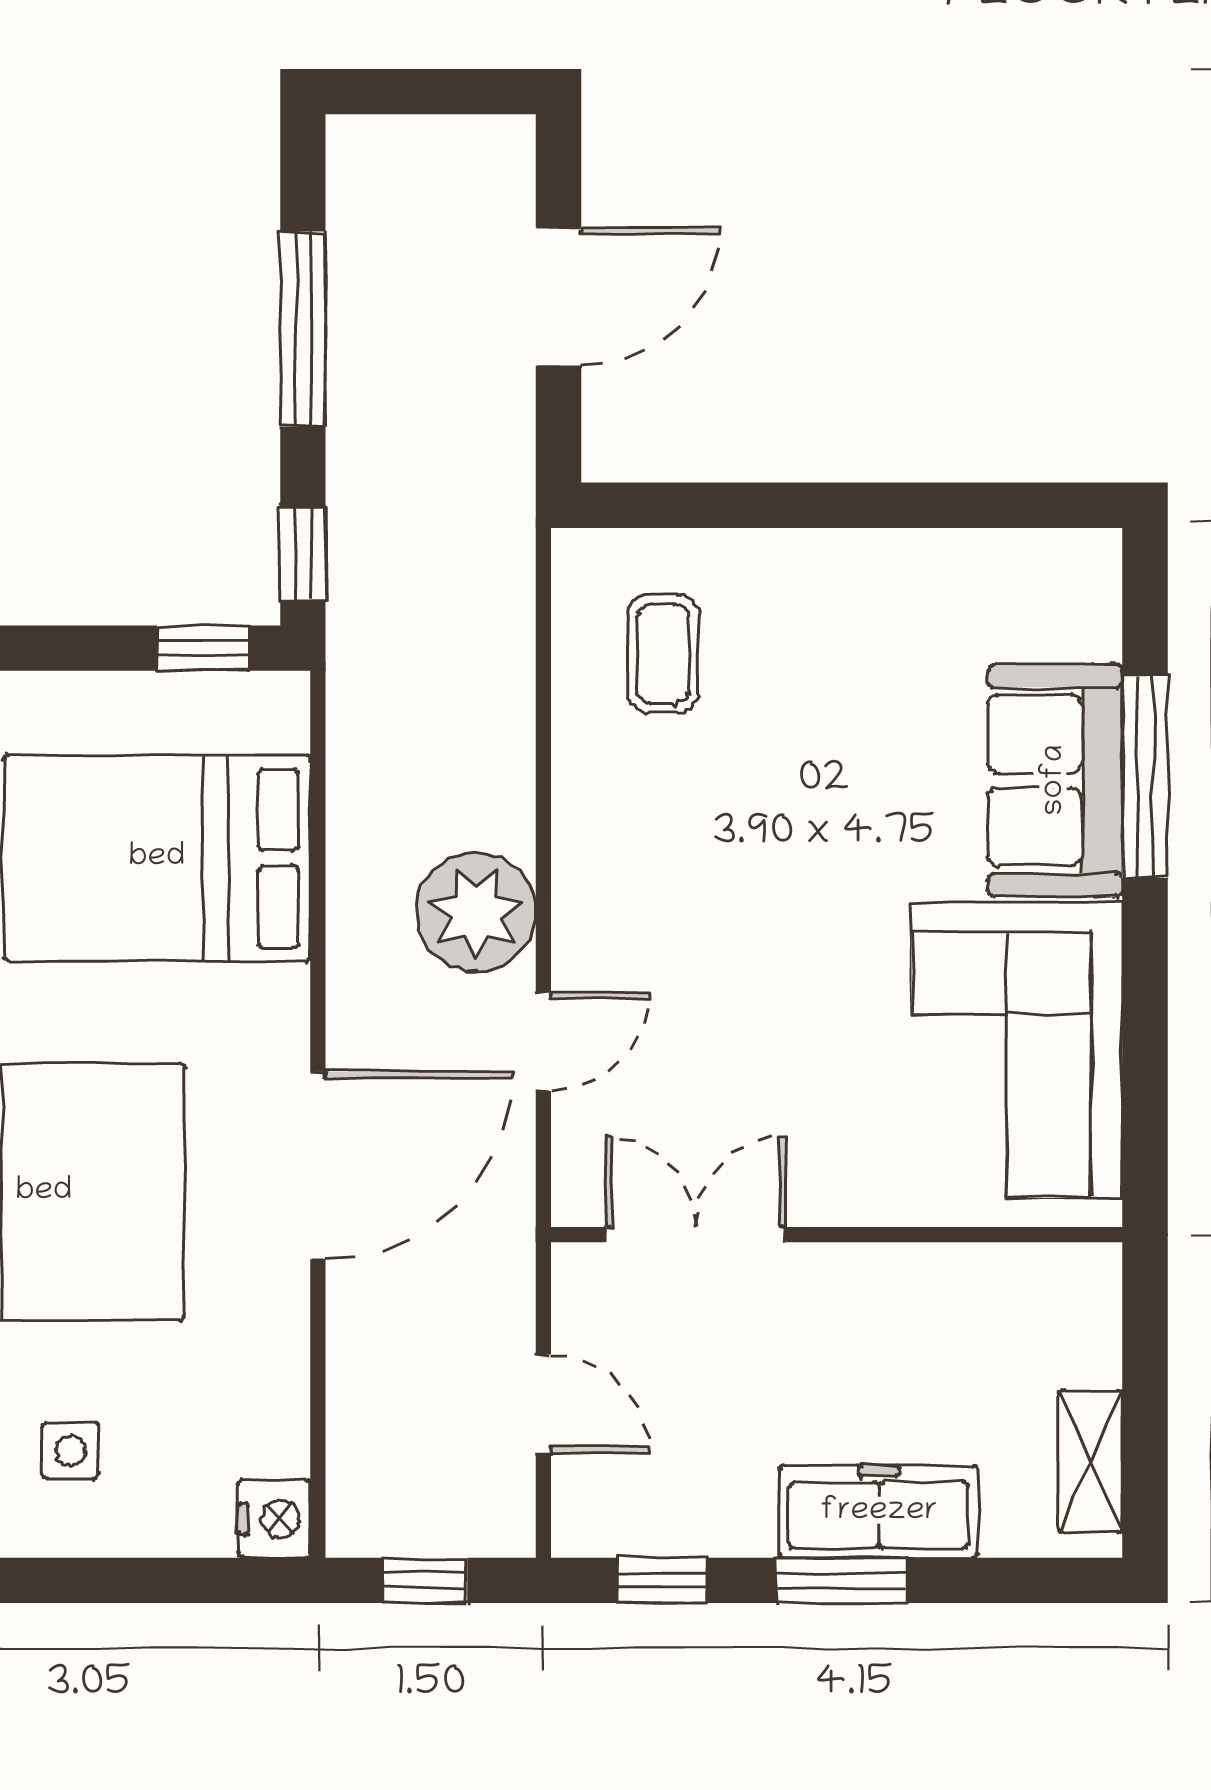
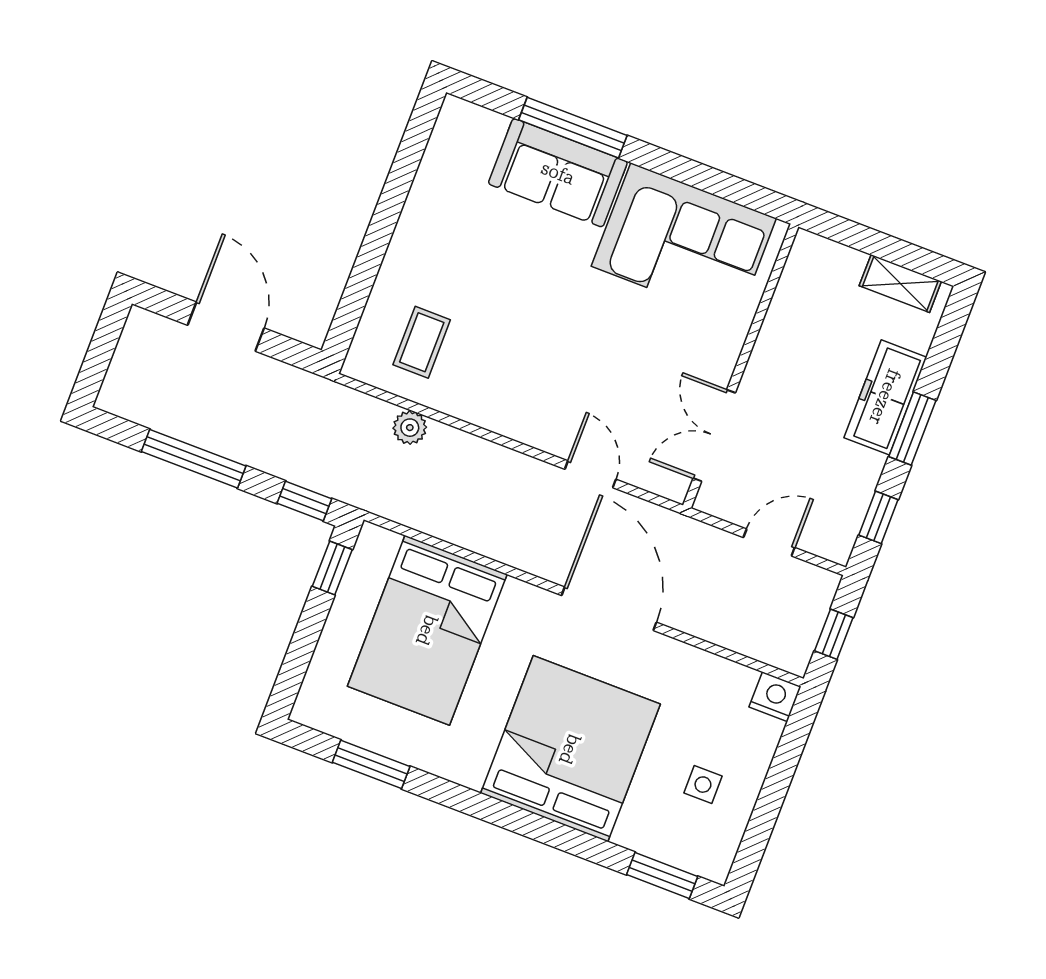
coffee table: (663, 654) -> (422, 342), turned 90
plant: (476, 912) -> (410, 428), moved, width x0.53, depth x0.53

